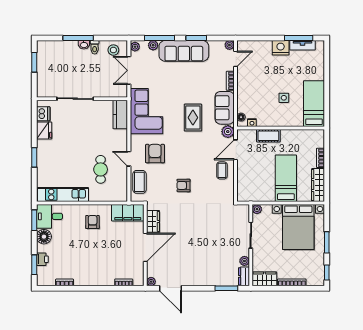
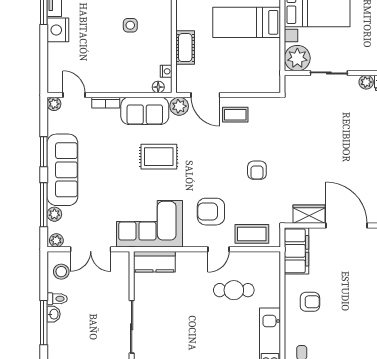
plant: (257, 209) -> (297, 58), width x1.87, depth x1.87
armchair: (93, 222) -> (310, 302), turned 180

